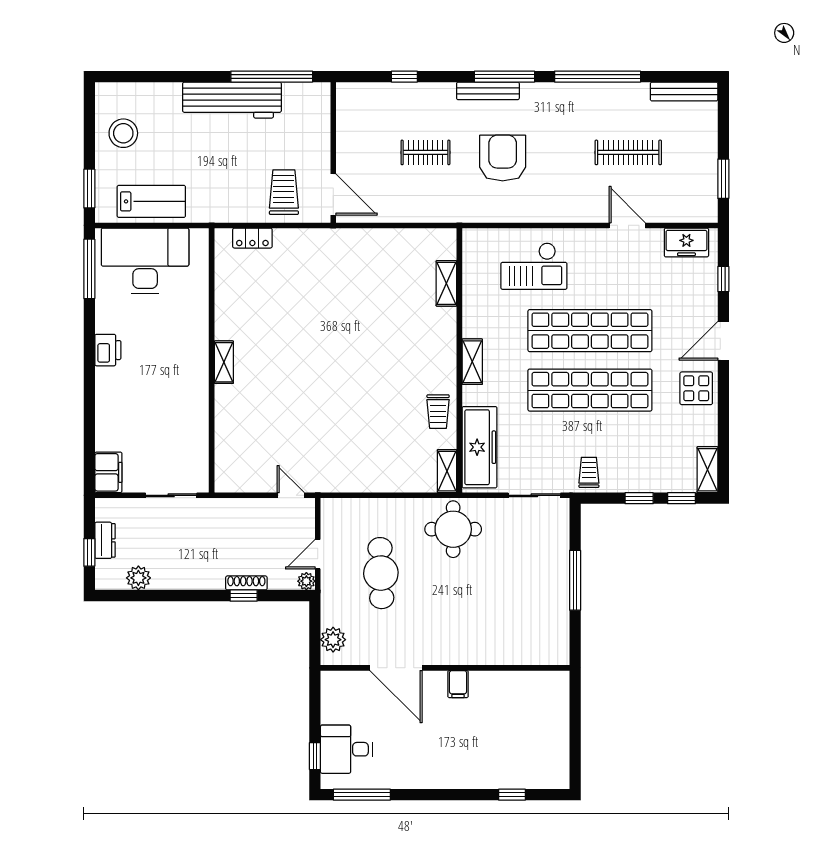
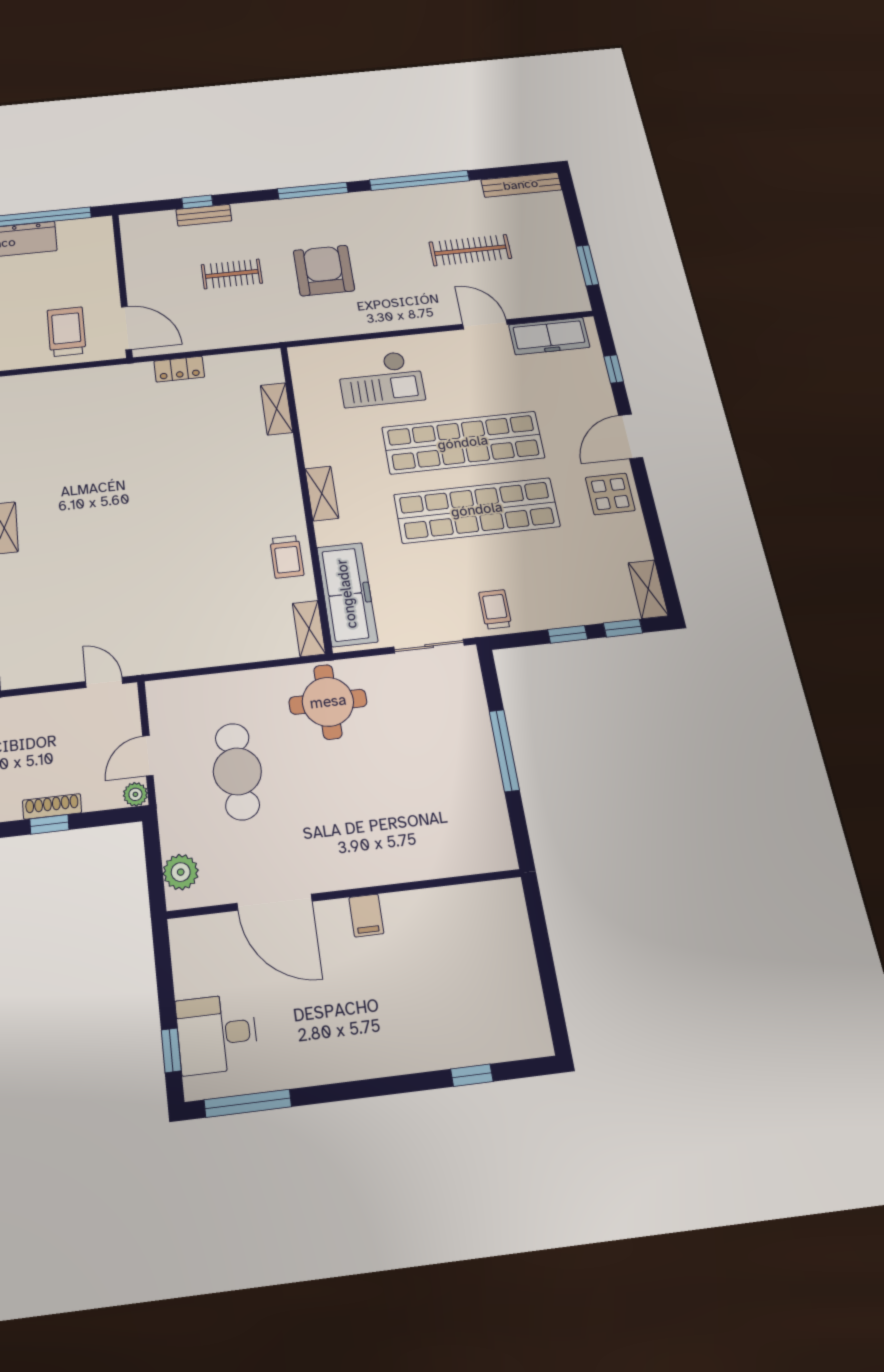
bench: (488, 91) -> (204, 215), moved, width x0.73
locker: (252, 238) -> (179, 369), moved
freezer: (686, 242) -> (549, 336), width x1.40

